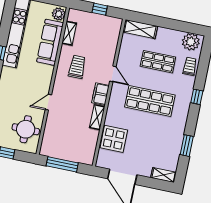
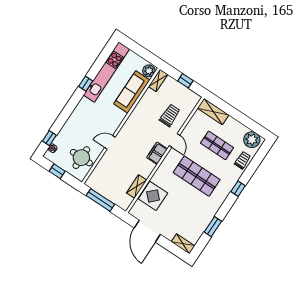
shelving: (69, 33) -> (158, 80), moved
trolley: (77, 67) -> (170, 115), moved
shelving: (97, 117) -> (137, 187), moved

